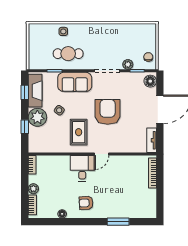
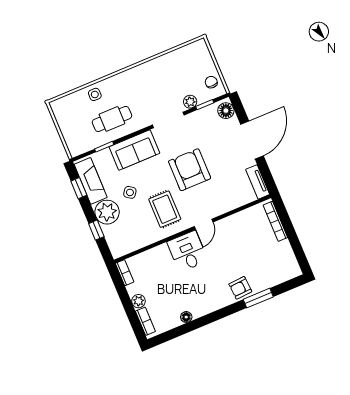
armchair: (86, 203) -> (240, 288), moved

